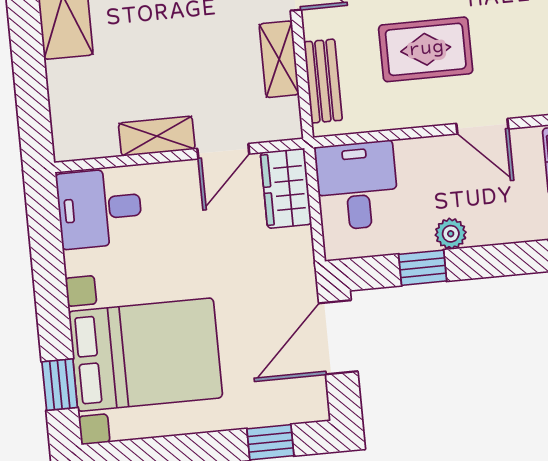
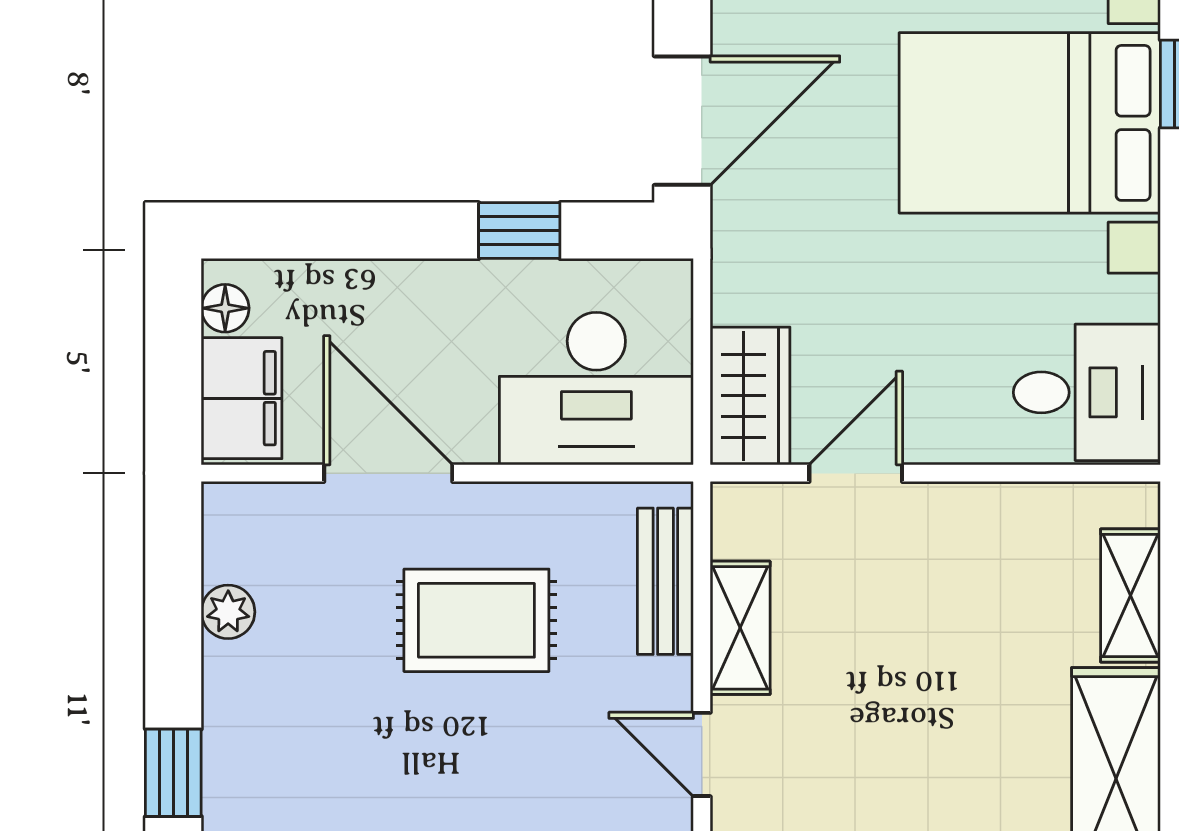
door: (482, 126) -> (388, 473), width x1.38
shelving: (157, 136) -> (1131, 596), moved, turned 90
desk: (357, 186) -> (596, 389), width x1.37
plant: (451, 234) -> (463, 286), removed

